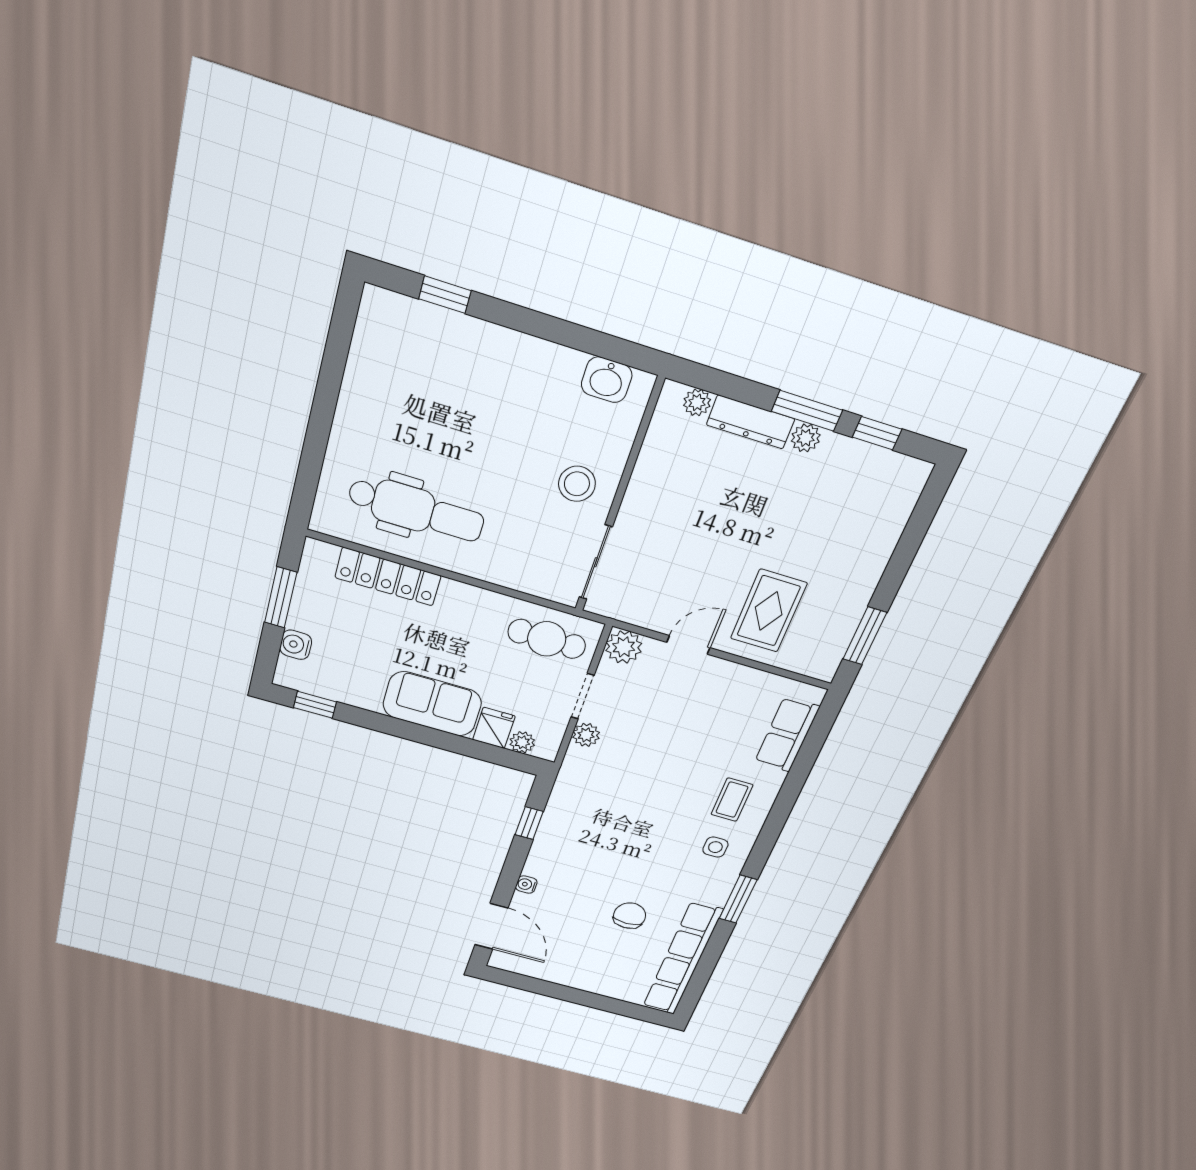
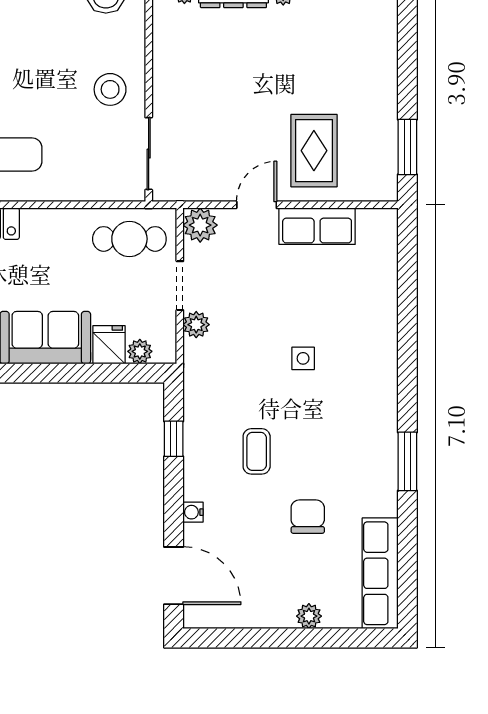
row of seats: (787, 734) -> (317, 226), moved, turned -90
coffee table: (732, 800) -> (257, 451), moved
side table: (715, 847) -> (303, 358), moved
row of seats: (682, 959) -> (380, 573), width x0.73
plant: (600, 986) -> (309, 616), added

